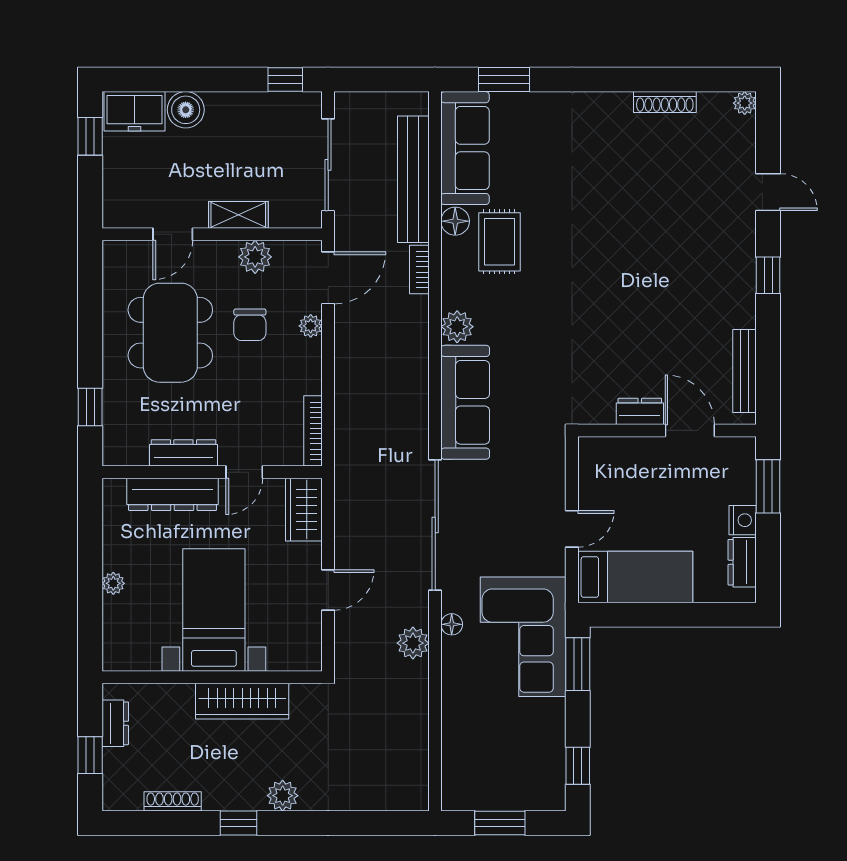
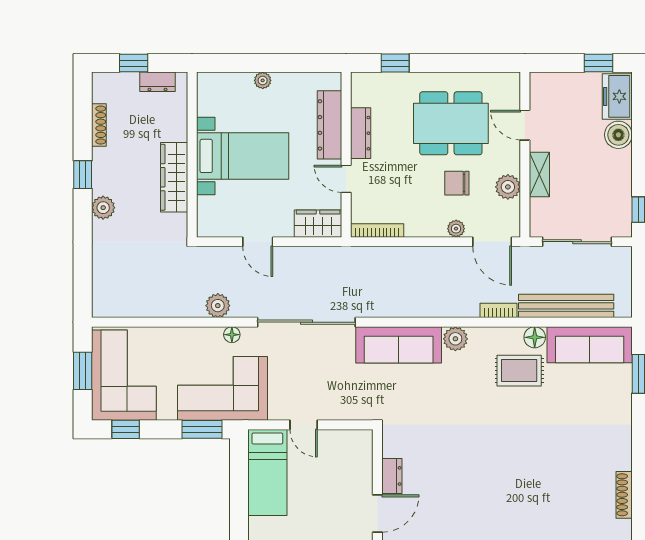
corner sofa: (506, 768) -> (124, 375), added

